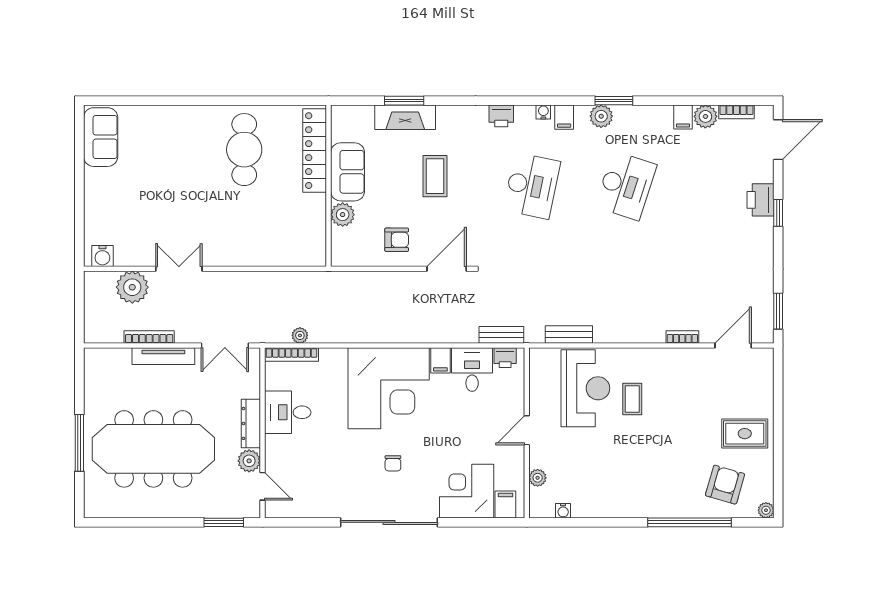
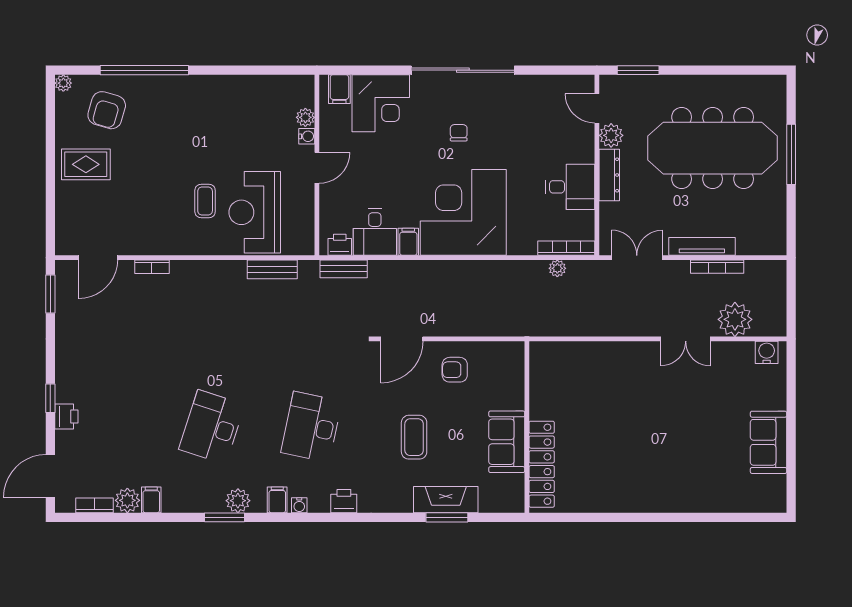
sofa: (101, 137) -> (769, 442), moved
cafe table: (244, 150) -> (616, 465), removed
printer: (760, 200) -> (66, 417), width x0.73, depth x0.81
plant: (343, 215) -> (512, 396), removed
water cooler: (563, 511) -> (307, 136), moved, turned 90

